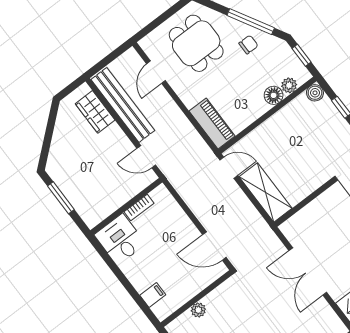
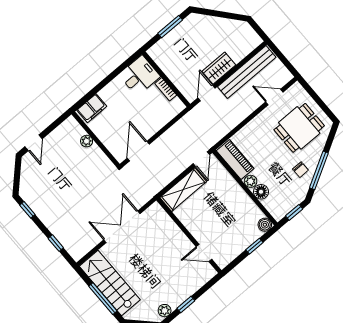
plant: (289, 85) -> (251, 181), moved
wardrobe: (95, 112) -> (219, 68), moved
piano: (212, 124) -> (235, 160), moved, turned -90
filing cabinet: (153, 295) -> (92, 108), width x2.00

